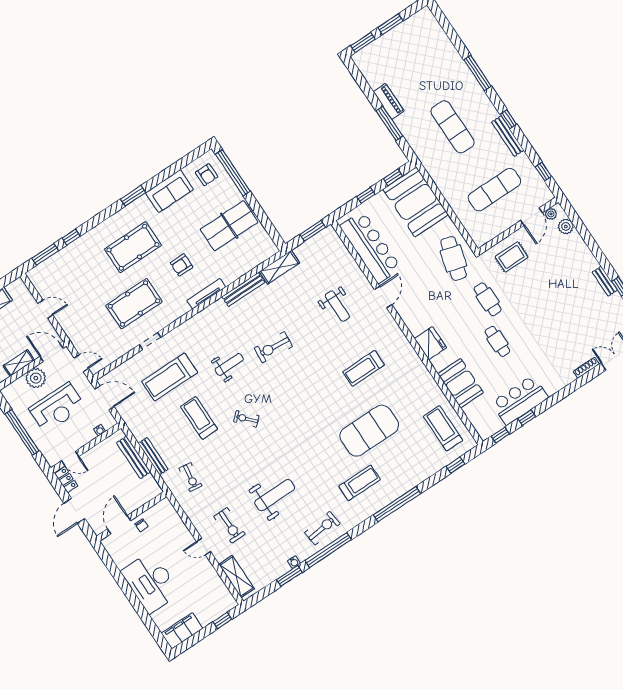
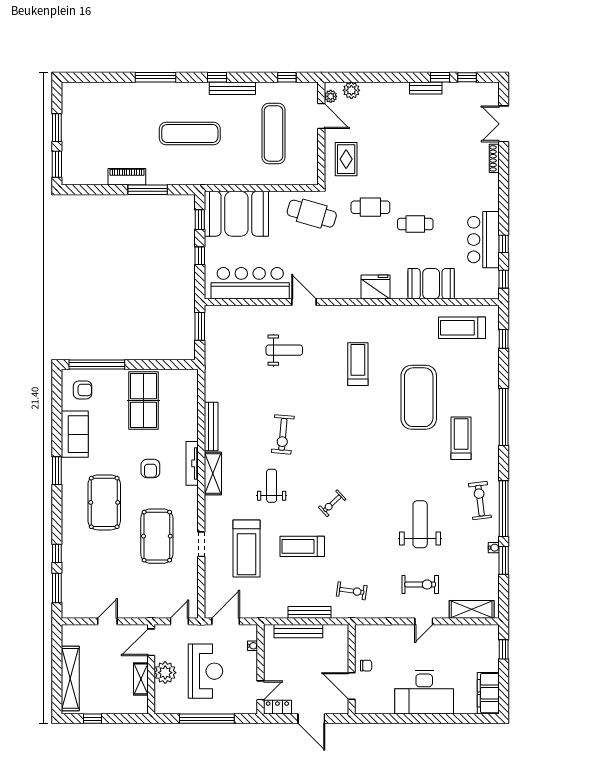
shelving: (279, 267) -> (213, 474), moved
treadmill: (364, 368) -> (358, 364), turned 180

